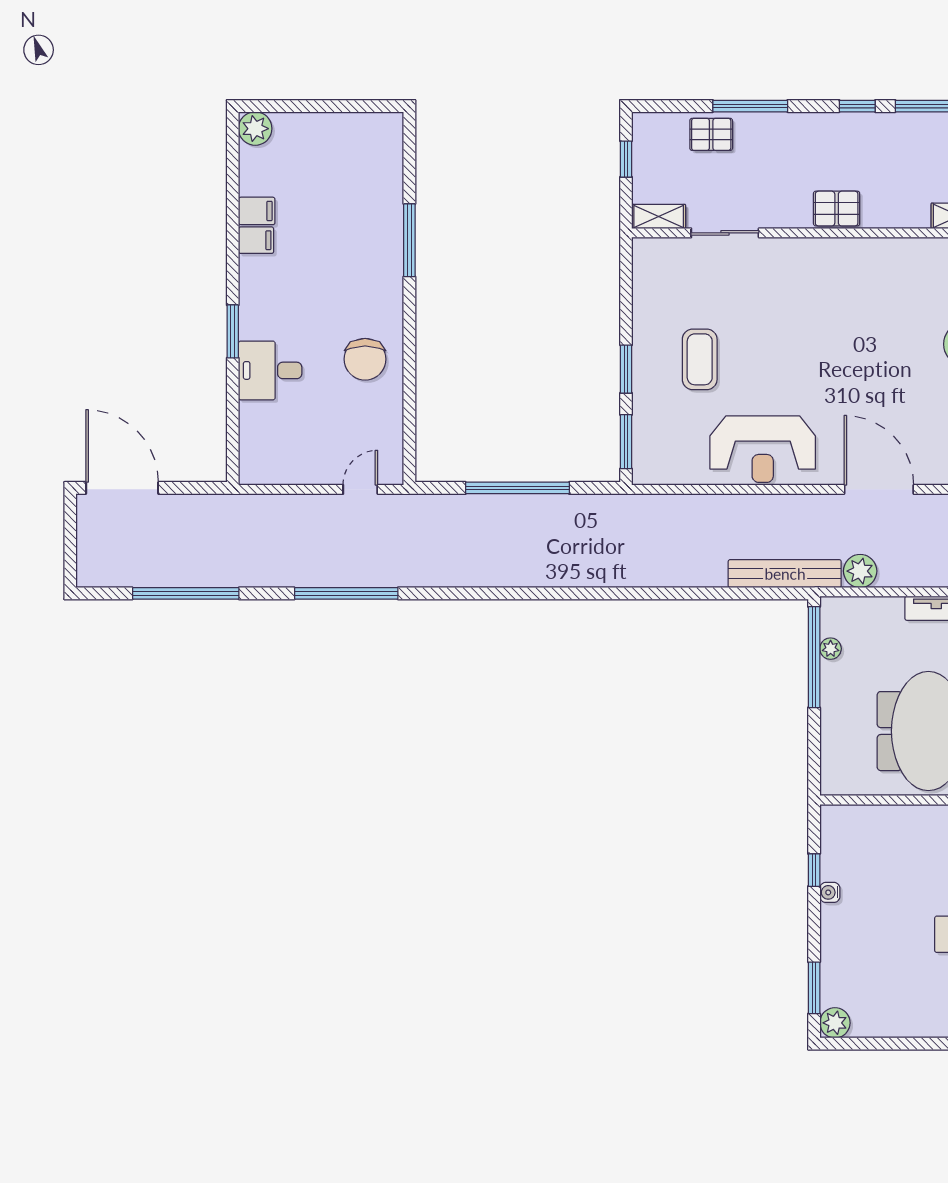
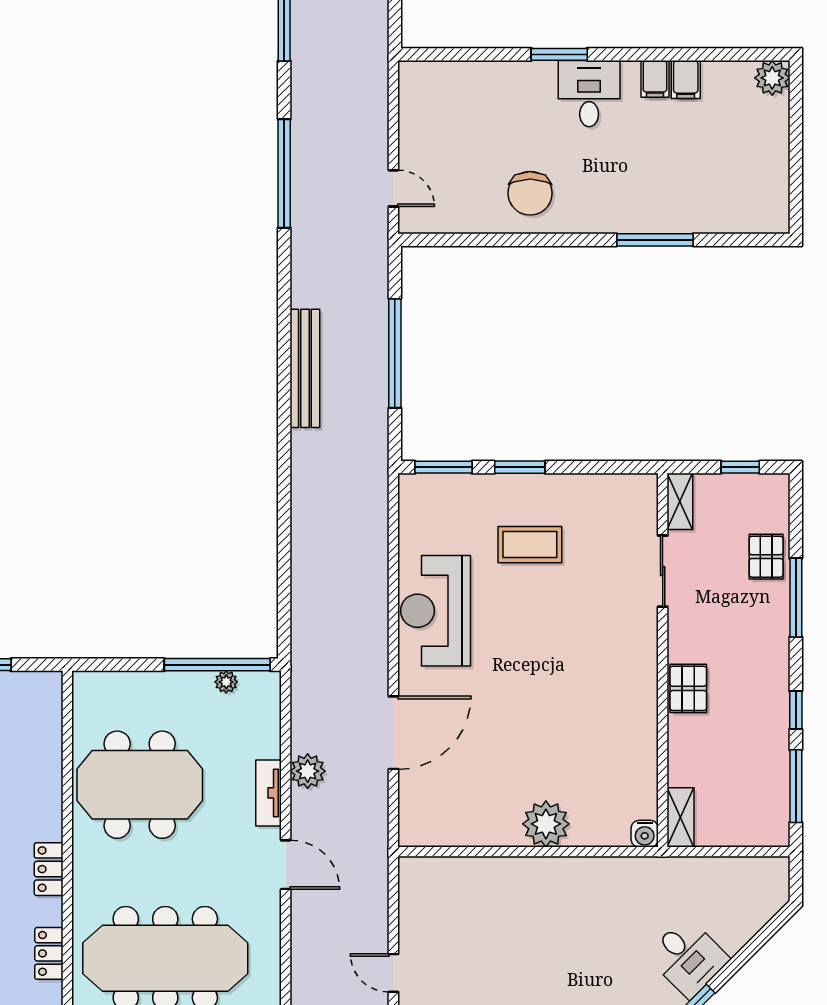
chair: (365, 359) -> (530, 193), turned -90
desk: (270, 370) -> (589, 94), moved
plant: (860, 571) -> (308, 771), moved
bench: (785, 574) -> (305, 368), moved

